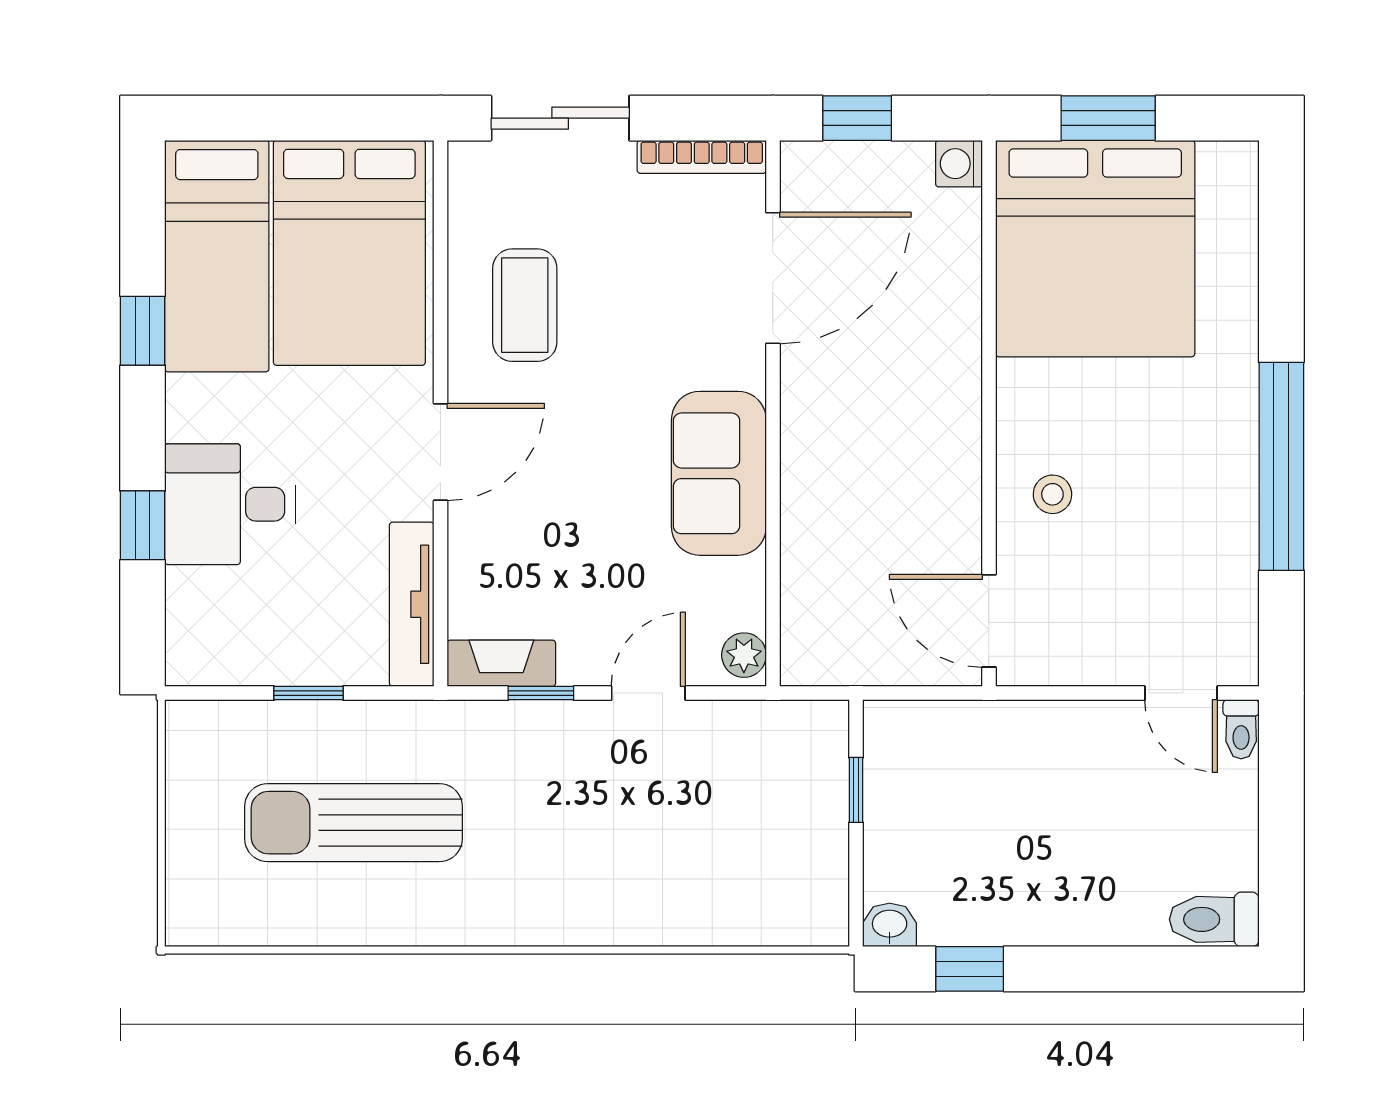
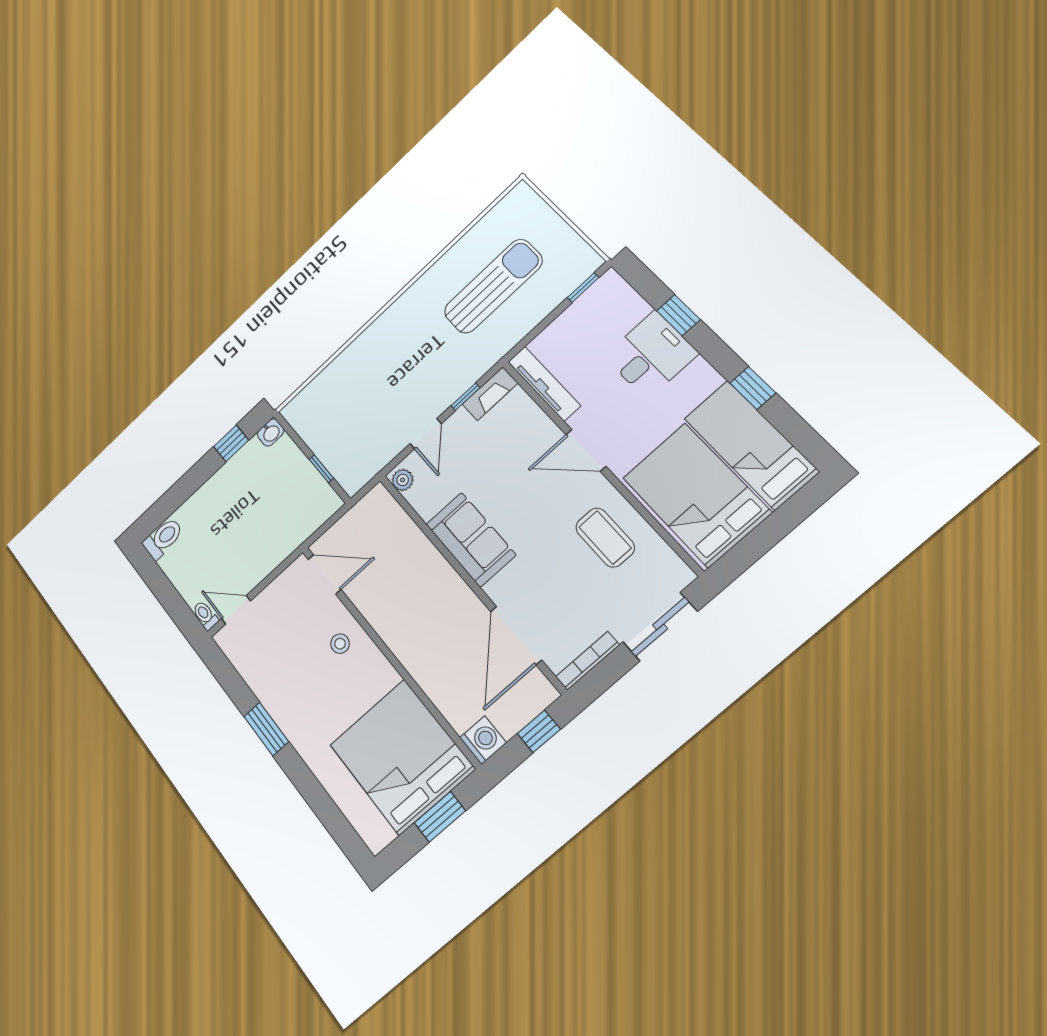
washing machine: (959, 164) -> (483, 740), width x1.38, depth x1.38
door: (441, 452) -> (586, 450), hinge flipped
window: (1281, 466) -> (266, 729), width x0.47
window: (309, 693) -> (583, 288), moved

